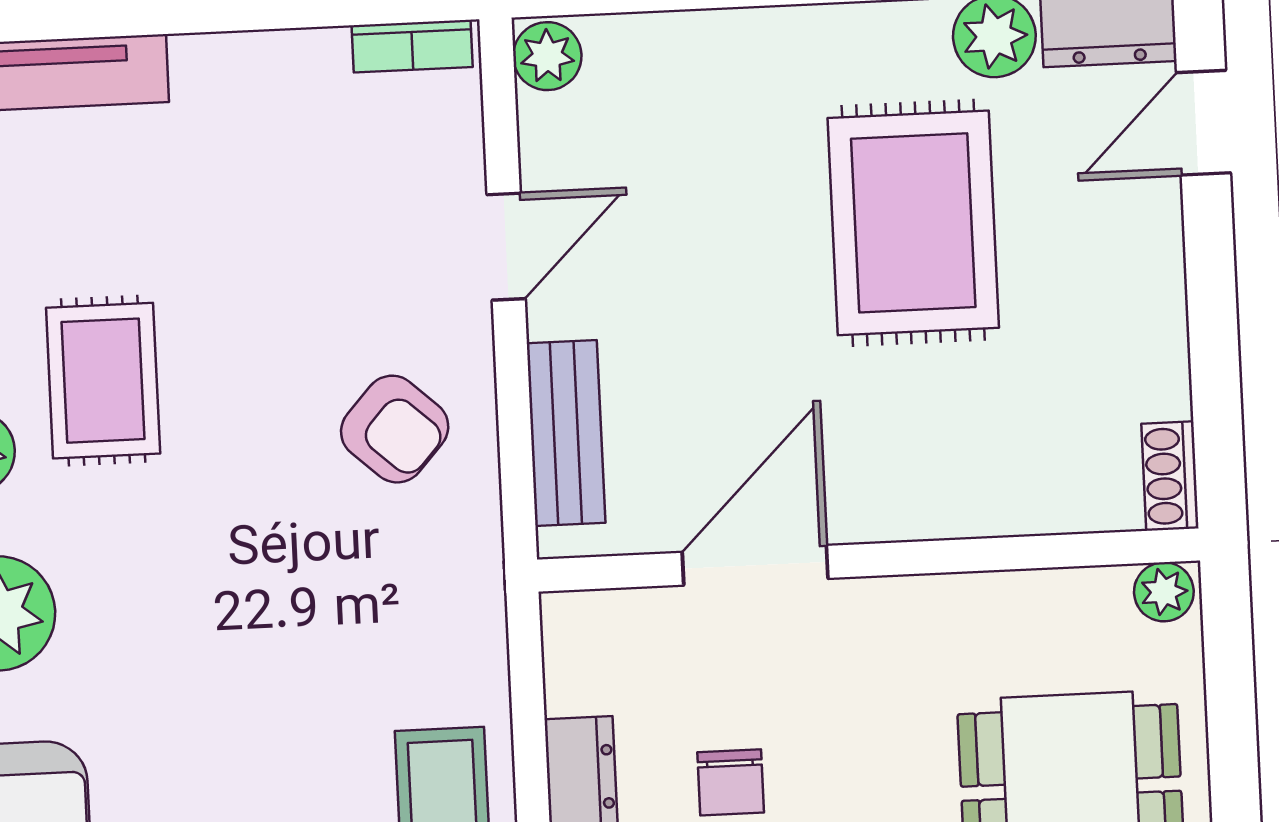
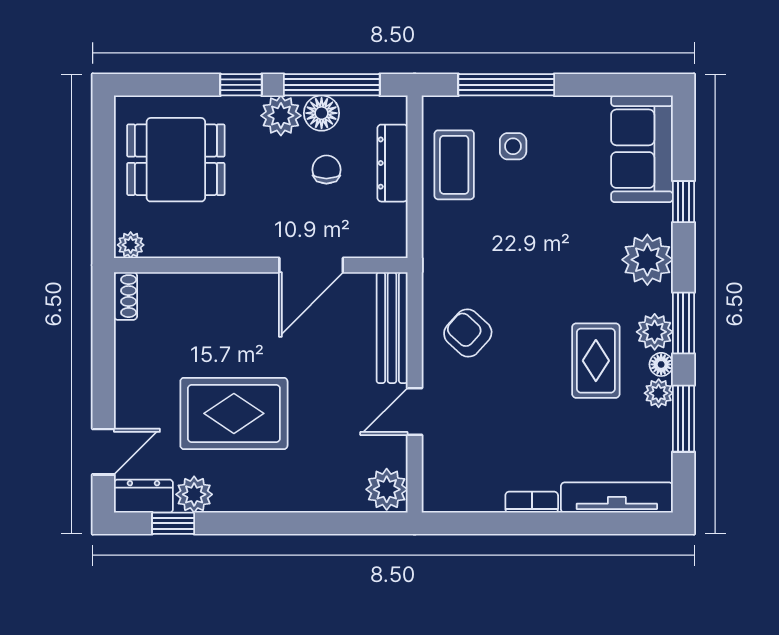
bookcase: (412, 46) -> (532, 502), moved
plant: (547, 56) -> (387, 489), width x1.38, depth x1.38
rug: (913, 223) -> (234, 413), turned 90
bench: (566, 433) -> (392, 328), width x1.36

